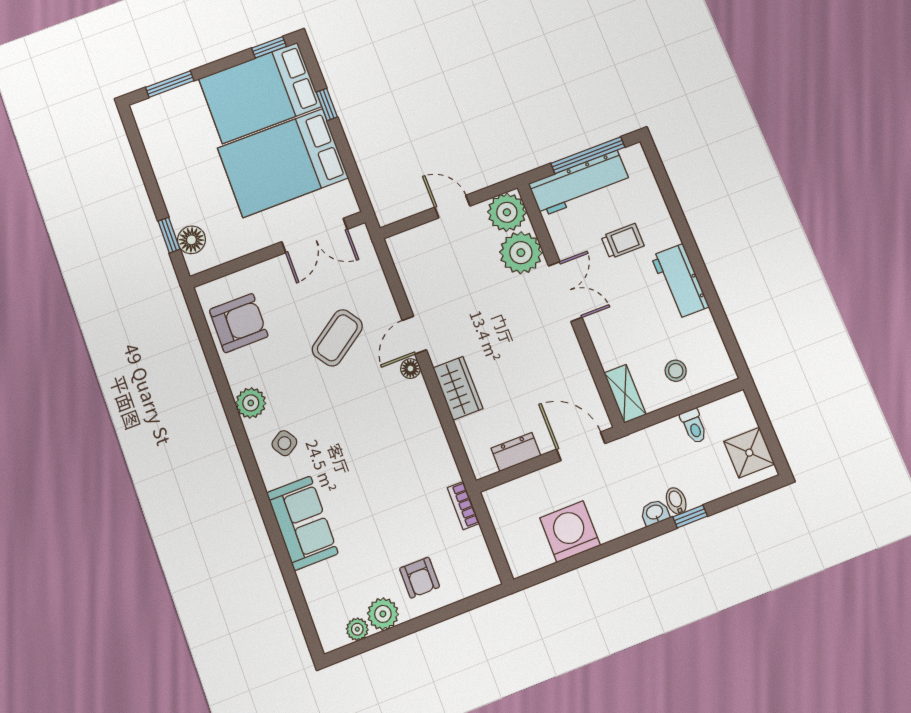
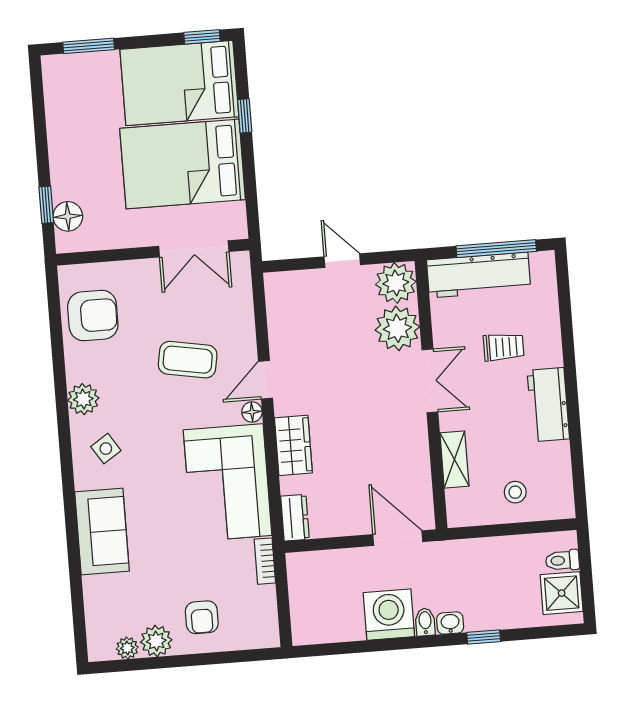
coffee table: (337, 338) -> (188, 360), turned 45
shelving: (625, 394) -> (454, 460), moved
toilet: (694, 426) -> (562, 560), moved, turned 90
corner sofa: (407, 441) -> (228, 483), added
dresser: (516, 452) -> (295, 518), moved, turned 90
bidet: (676, 501) -> (425, 622), moved
washing machine: (570, 532) -> (389, 615), moved

